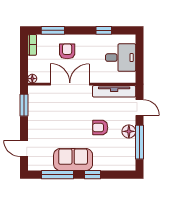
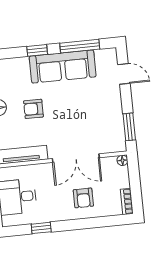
window: (53, 30) -> (103, 222), removed
armchair: (100, 128) -> (33, 109), turned 180
sofa: (73, 160) -> (63, 66), width x1.36

